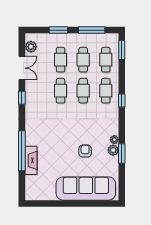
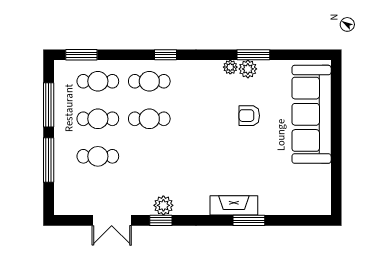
window: (58, 30) -> (49, 160), width x1.44
plant: (31, 47) -> (163, 205), moved
double door: (22, 68) -> (112, 220), swing flipped
cafe table: (61, 91) -> (149, 156), removed
window: (22, 151) -> (249, 220), width x0.47
fireplace: (31, 160) -> (234, 205), moved

